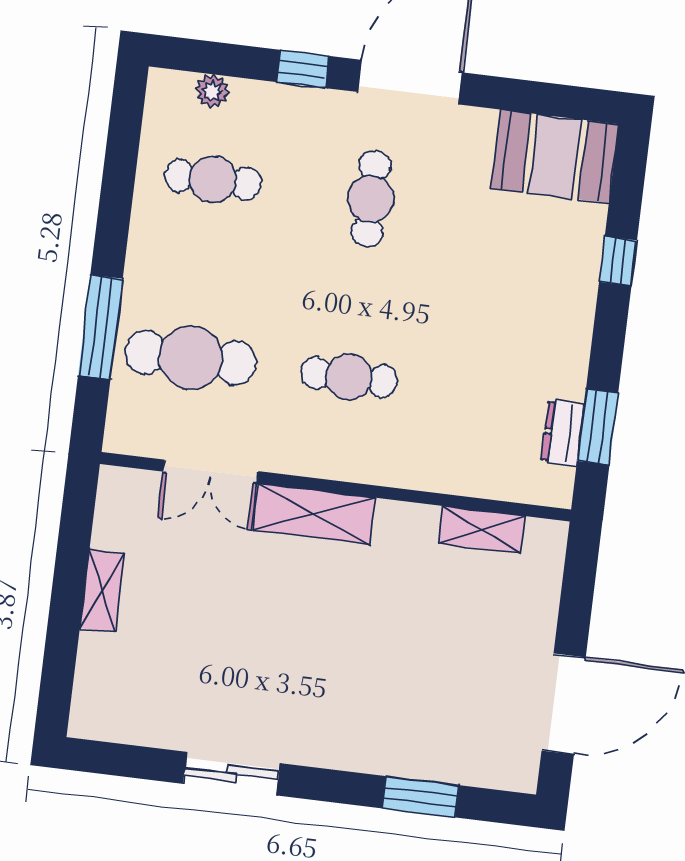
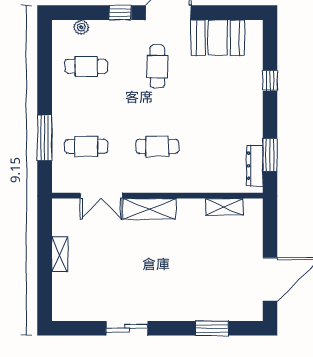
booth: (555, 156) -> (218, 38), moved
cafe table: (191, 358) -> (86, 146), width x0.73, depth x0.74
dresser: (563, 433) -> (255, 166), width x1.44

